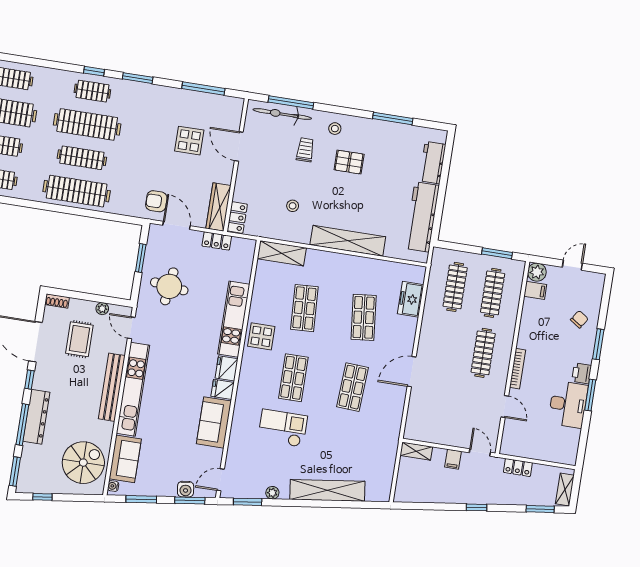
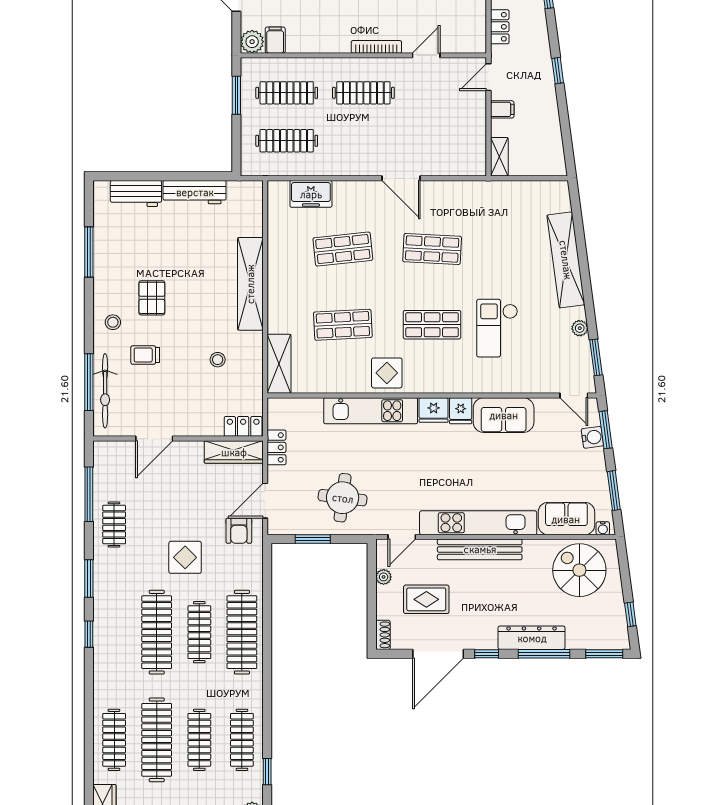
clothes rail: (92, 91) -> (114, 525), moved
display table: (189, 141) -> (185, 557), moved
workbench: (422, 217) -> (195, 192), width x0.73, depth x0.76

